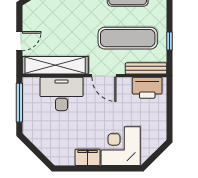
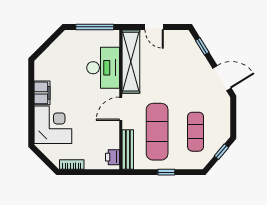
window: (170, 41) -> (166, 172), moved
printer: (147, 88) -> (112, 157), width x0.53, depth x0.68
bookcase: (162, 126) -> (72, 164), added

